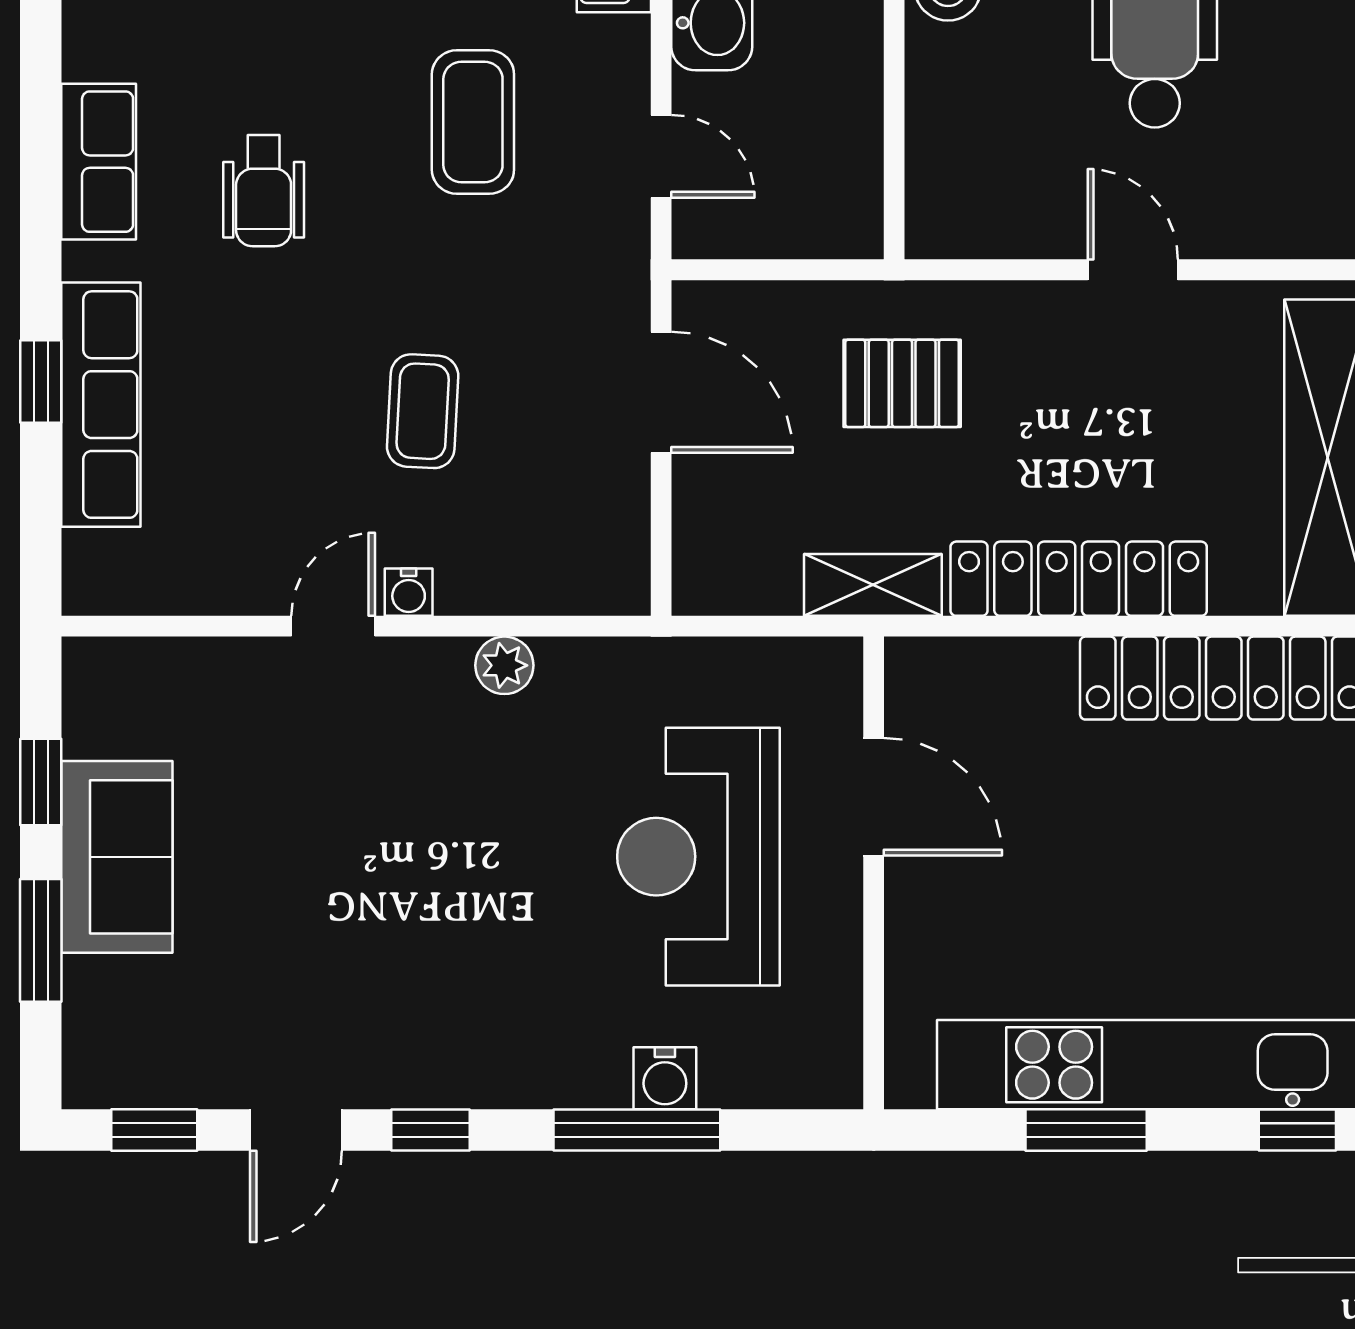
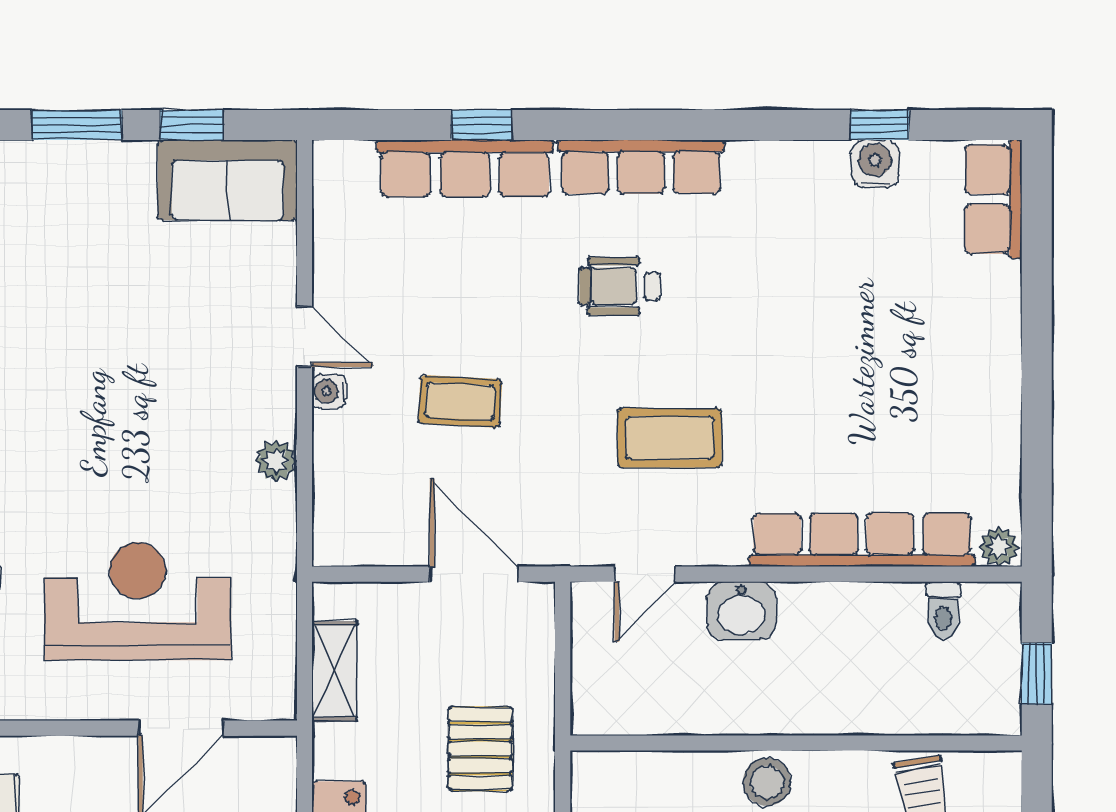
row of seats: (99, 162) -> (641, 167), width x1.48
door: (661, 392) -> (474, 574), swing flipped
shelving: (873, 585) -> (334, 671), moved
sofa: (117, 857) -> (228, 180), moved

